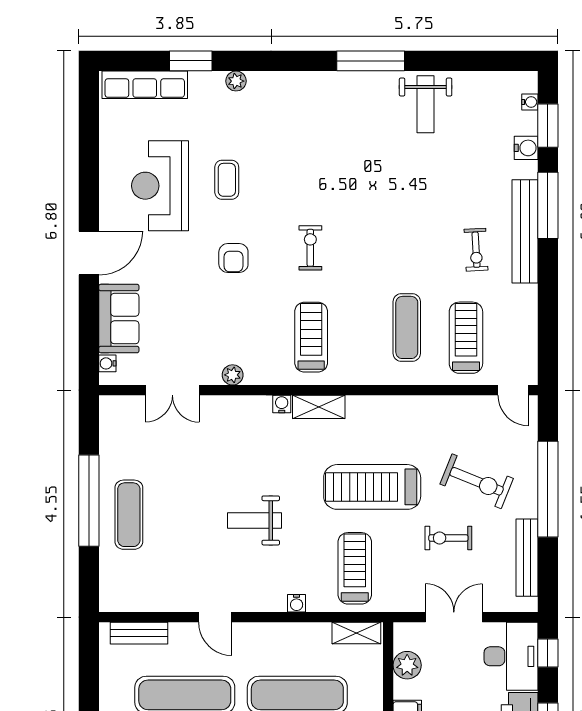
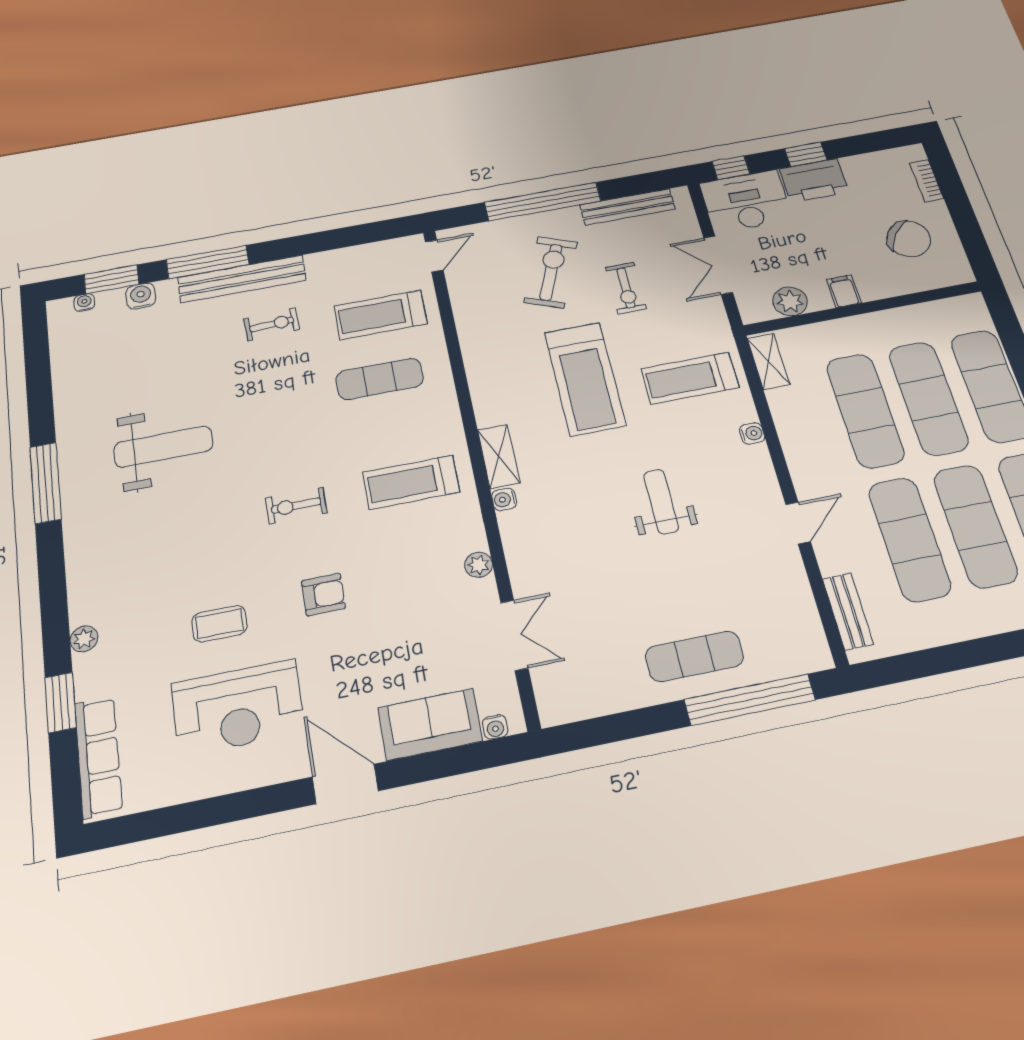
weight bench: (426, 104) -> (163, 447), moved, width x1.36, depth x1.33
window: (89, 501) -> (750, 700), moved
weight bench: (255, 520) -> (661, 502), turned 180

